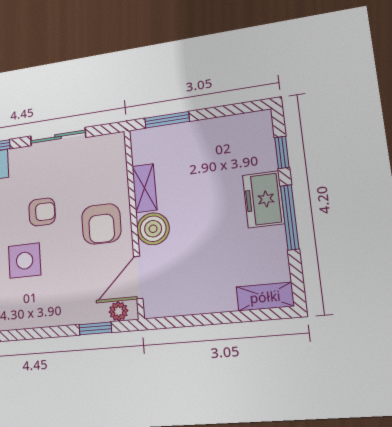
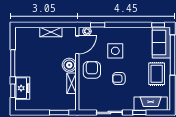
freezer: (263, 199) -> (22, 88), moved
side table: (25, 261) -> (115, 51), moved
shelving: (265, 297) -> (51, 32), moved

